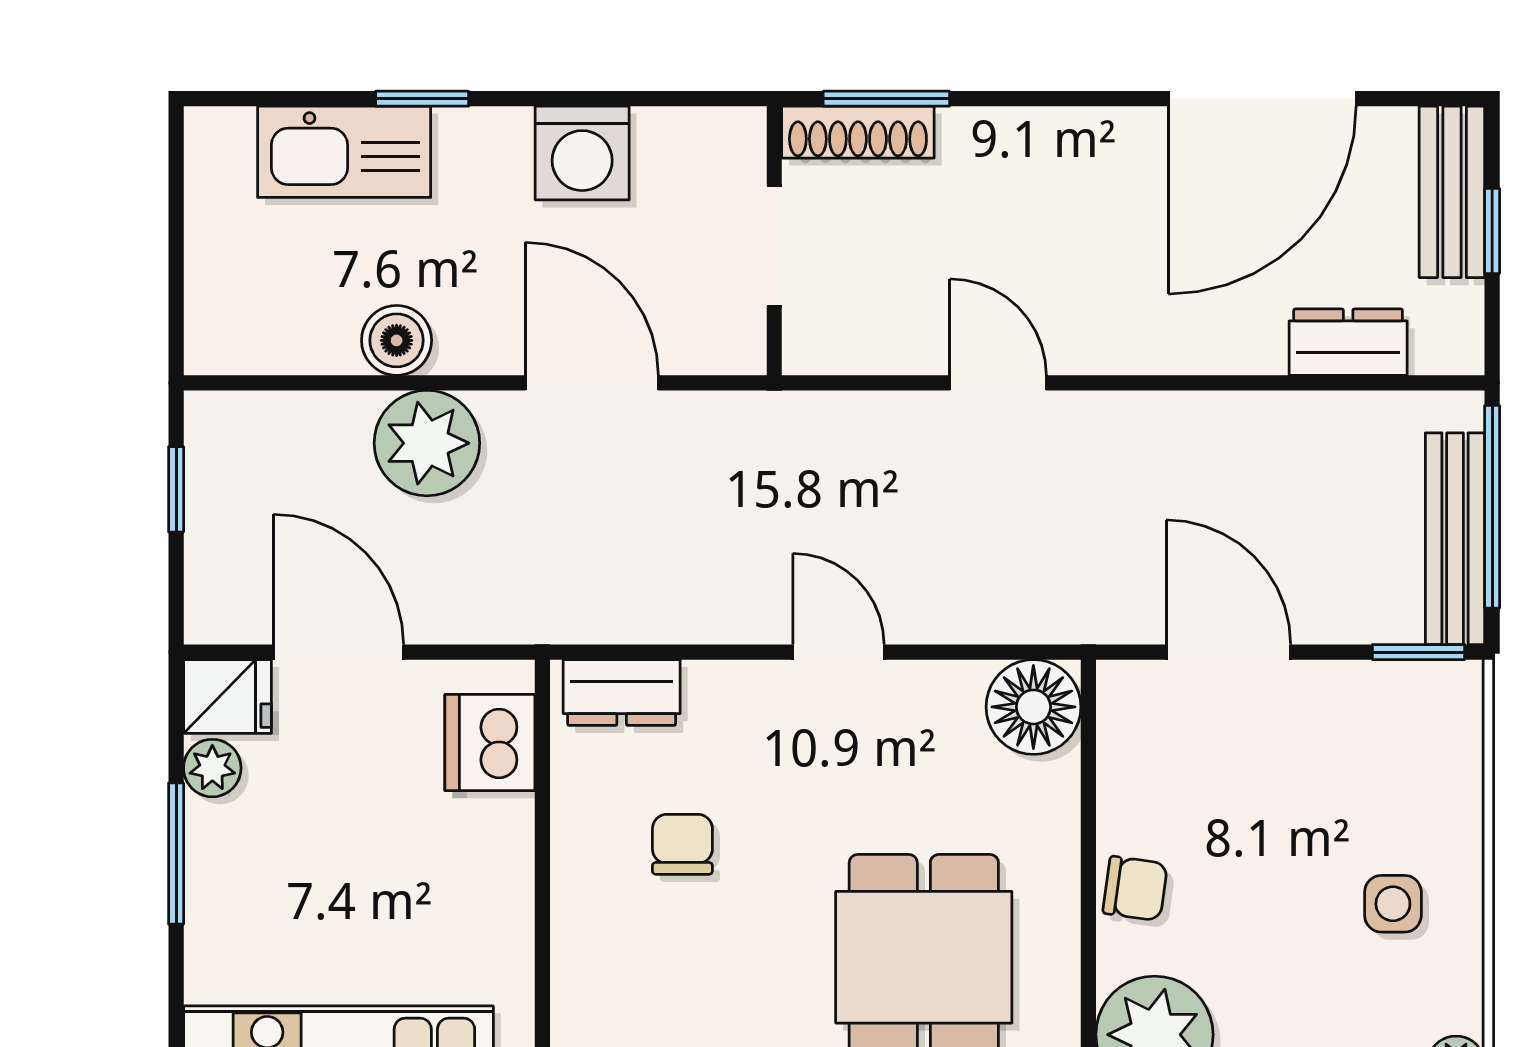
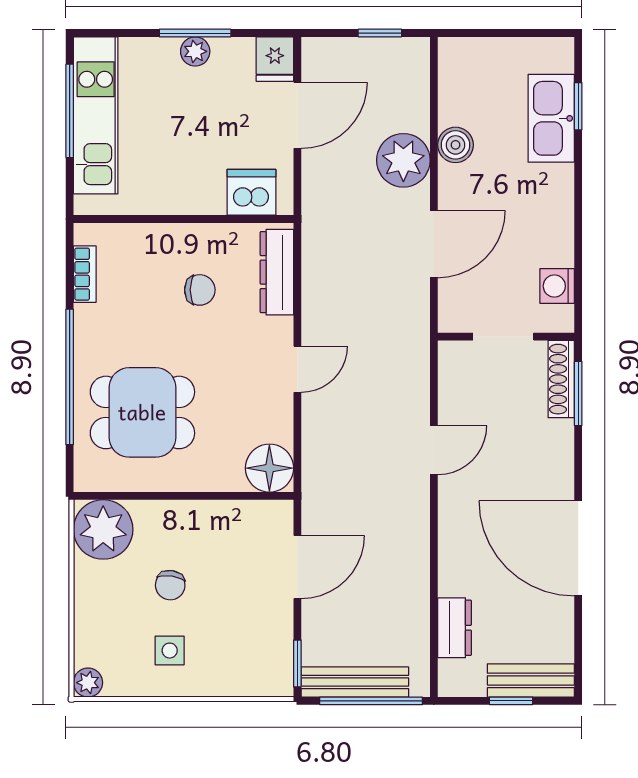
window: (422, 99) -> (578, 106), moved
door: (1262, 99) -> (578, 548), moved
washing machine: (582, 153) -> (557, 286), moved, width x0.73, depth x0.73
dresser: (622, 693) -> (277, 272), width x1.44
plant: (212, 768) -> (195, 51), moved
chair: (1135, 888) -> (170, 585), moved

